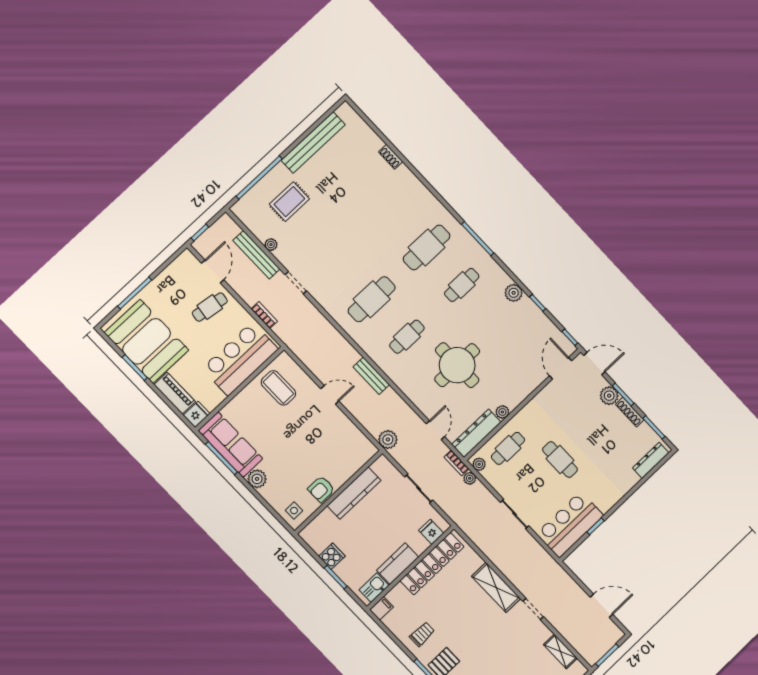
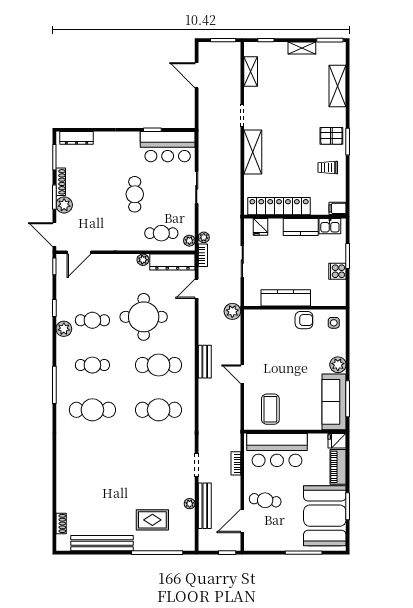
shoe rack: (391, 157) -> (61, 523), moved
cafe table: (497, 322) -> (92, 320), added
cafe table: (407, 337) -> (159, 365), width x1.37, depth x1.35

